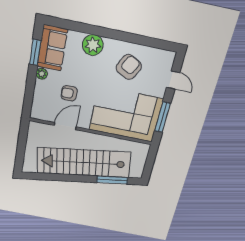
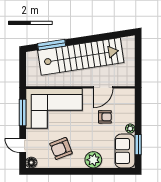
floor lamp: (168, 57) -> (31, 163), added
armchair: (129, 67) -> (61, 148), turned 42

